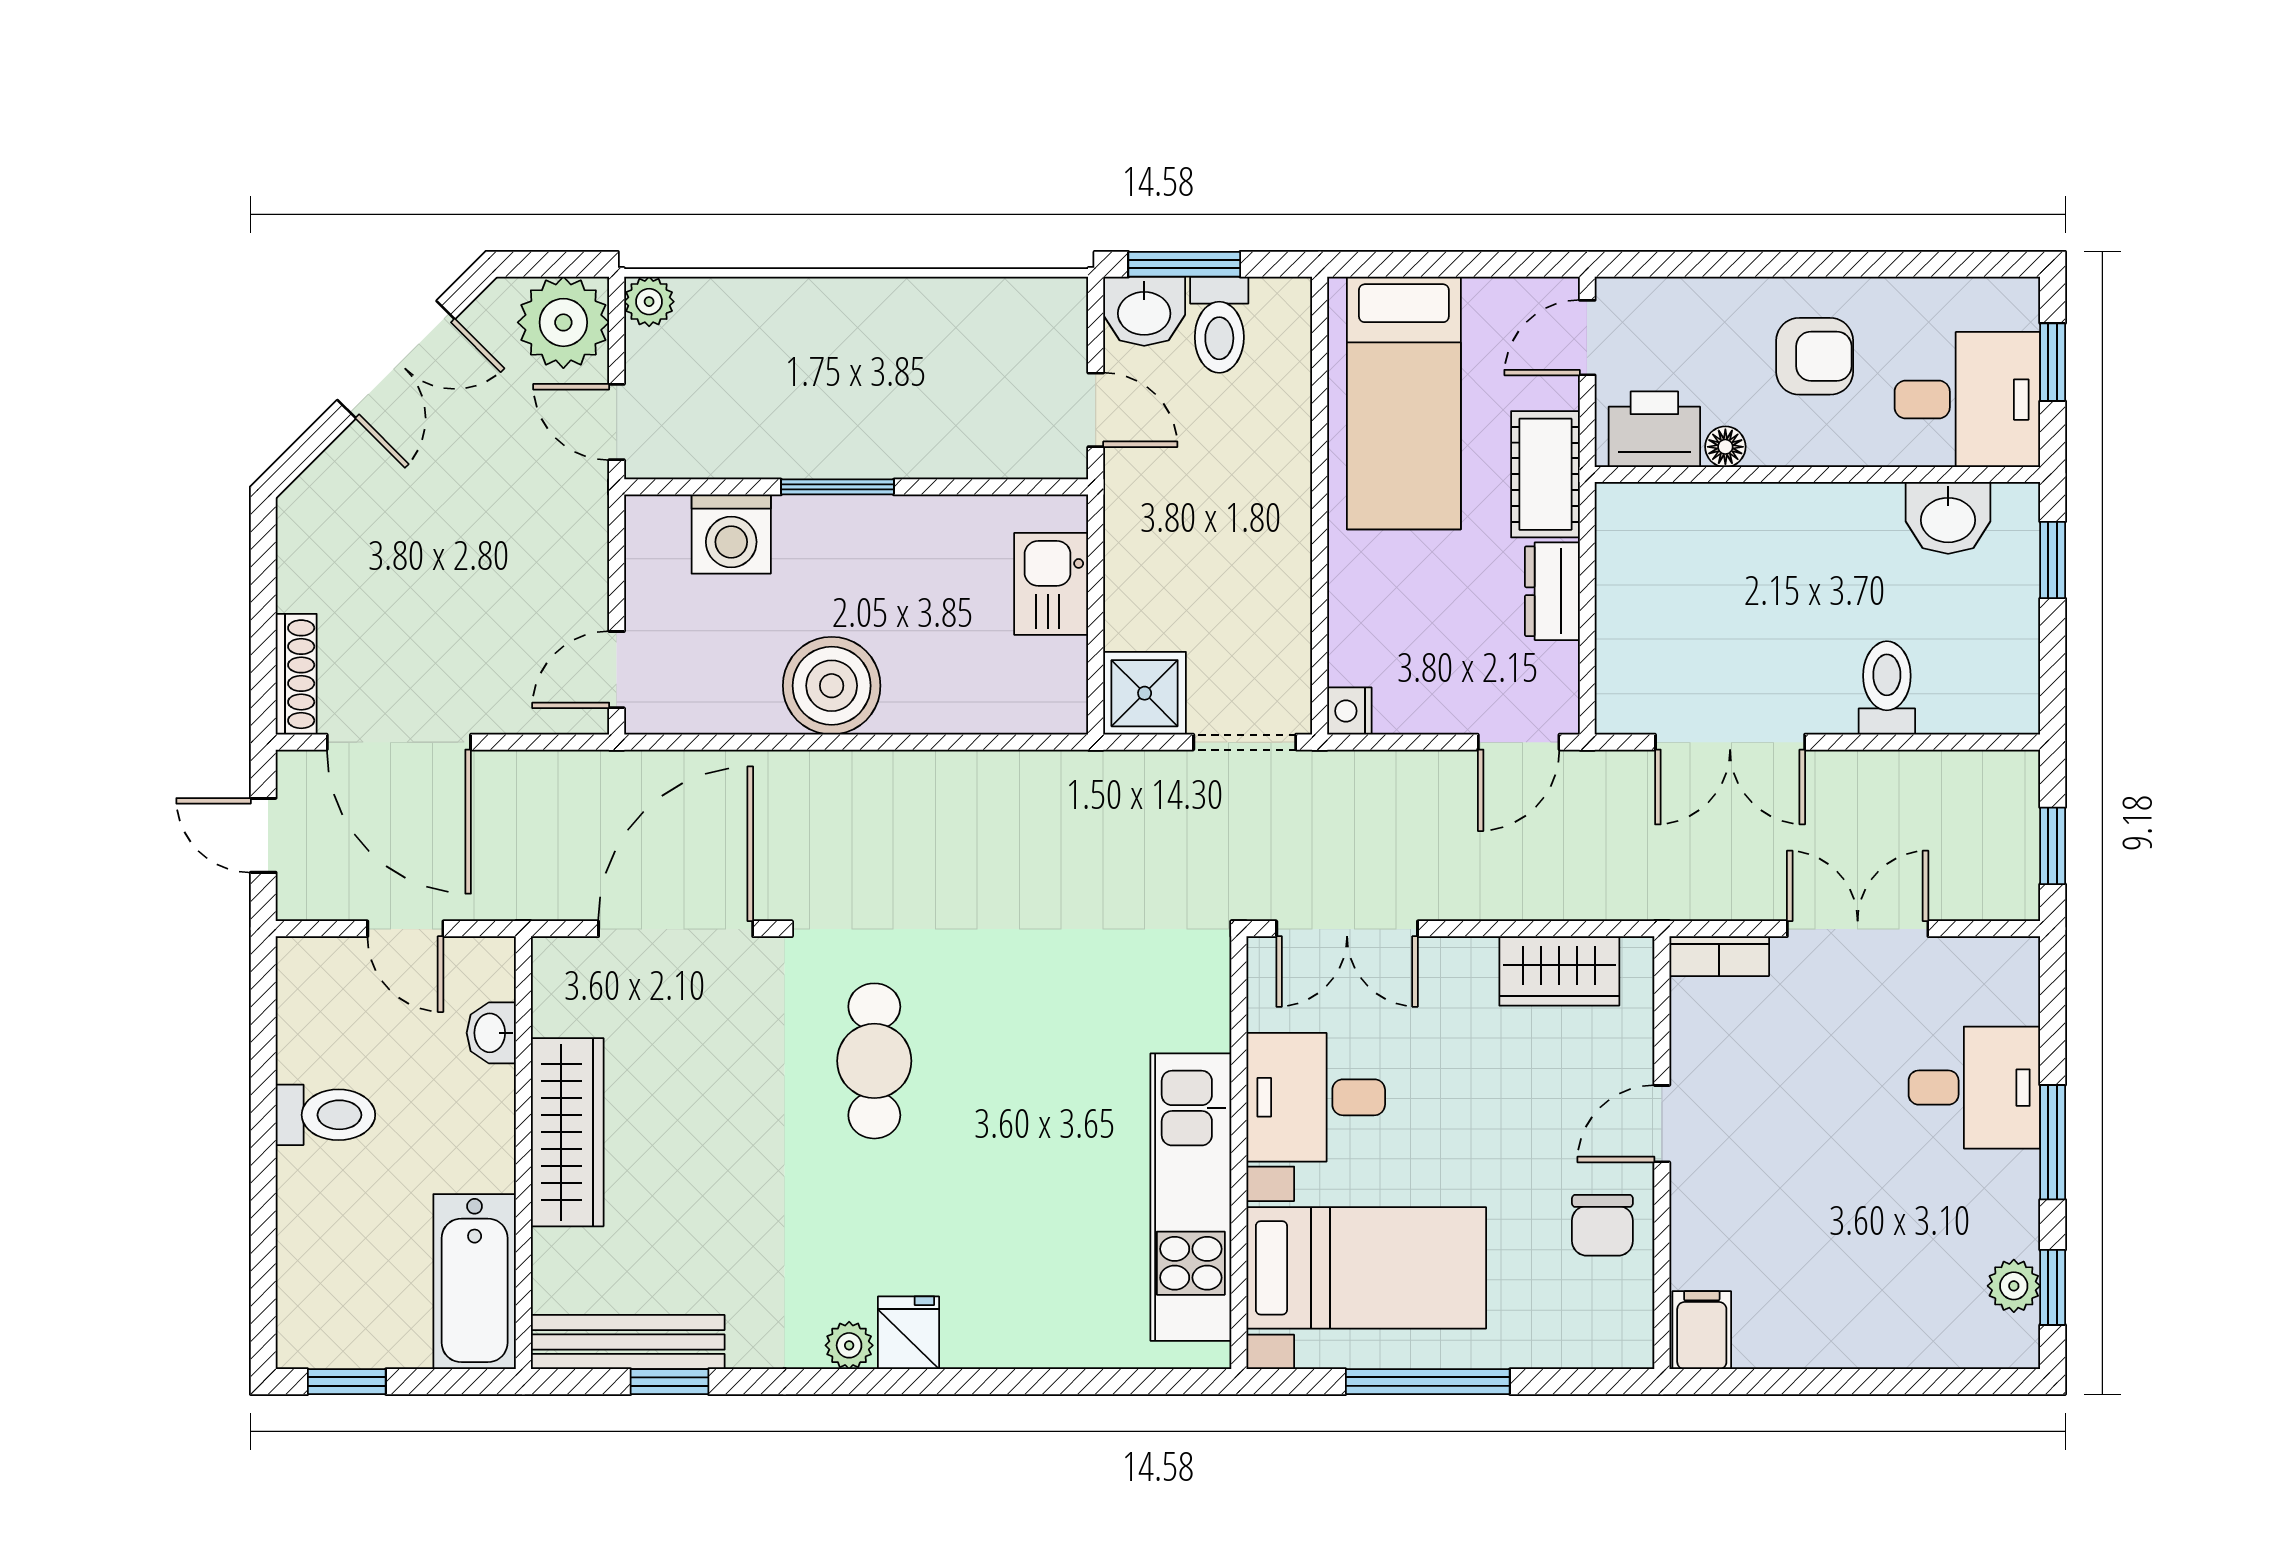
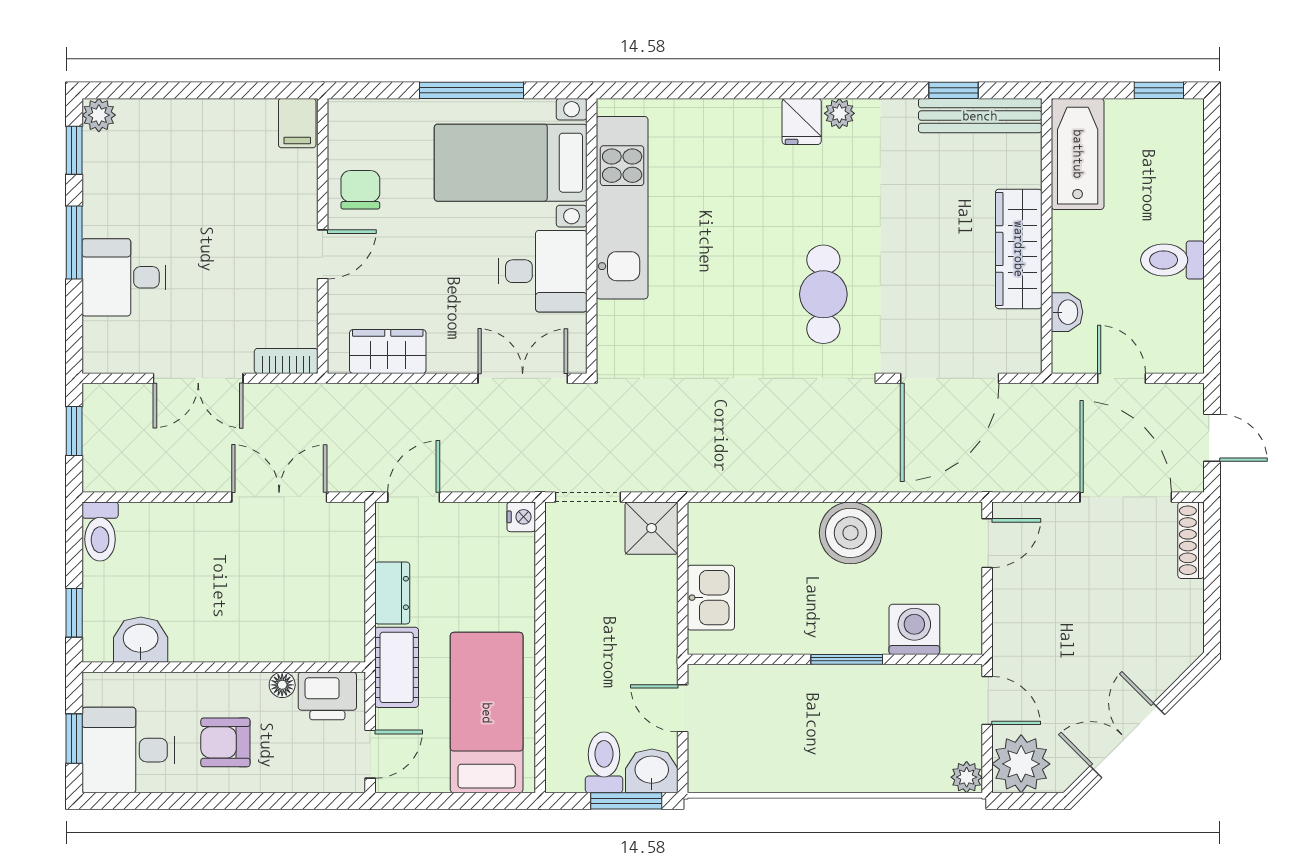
desk: (1967, 400) -> (128, 750), moved
toilet: (1887, 688) -> (100, 531), moved
plant: (2014, 1286) -> (99, 115), moved

